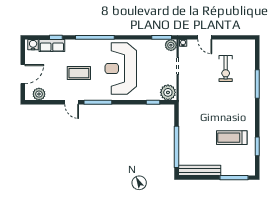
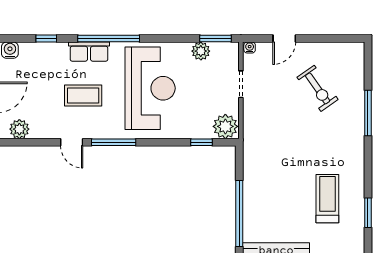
door: (205, 37) -> (284, 39), hinge flipped
plant: (171, 45) -> (201, 51), moved
row of seats: (52, 46) -> (89, 52), moved
reception desk: (121, 68) -> (150, 88), turned 180
exercise bike: (226, 69) -> (318, 88), turned -35
treadmill: (232, 138) -> (327, 199), turned 90

